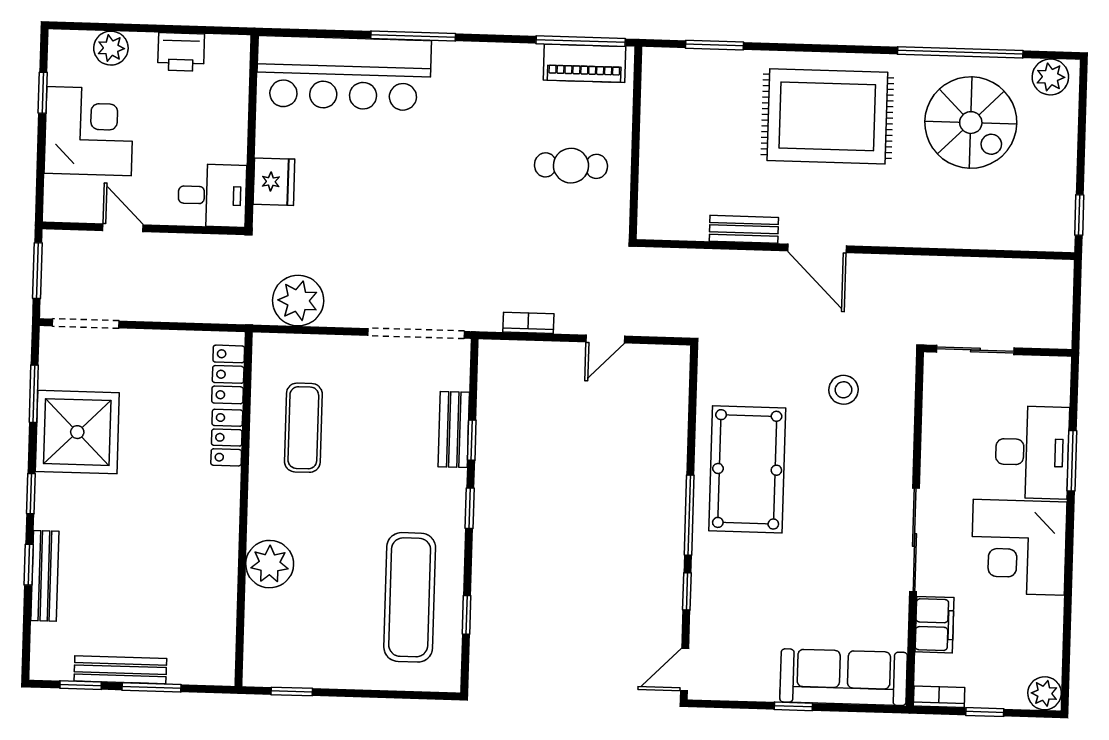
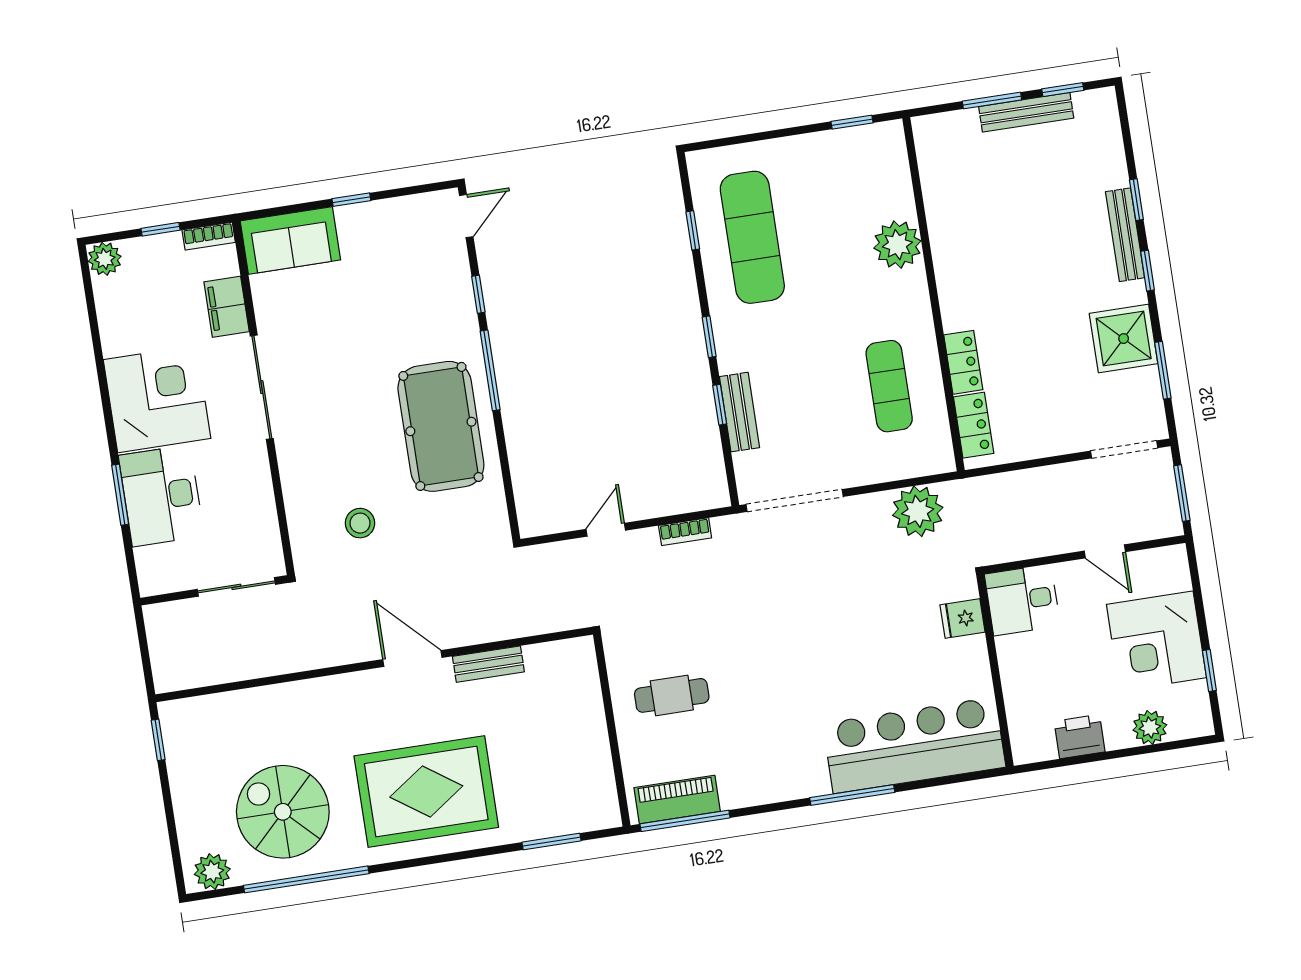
fridge: (274, 182) -> (962, 618), width x0.72
shower: (77, 432) -> (1124, 339), width x0.73, depth x0.73
bench: (45, 576) -> (1125, 235), moved
sofa: (844, 677) -> (290, 240), width x0.73

